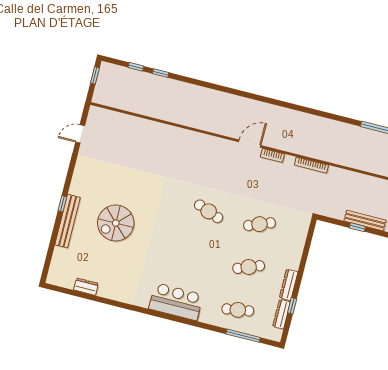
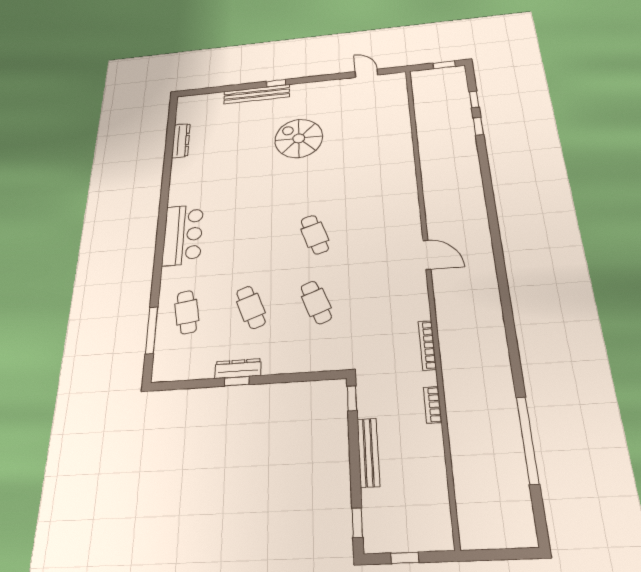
bookcase: (272, 155) -> (433, 405), moved
cafe table: (209, 211) -> (315, 235), turned -39
spiral stairs: (116, 223) -> (299, 138), moved
window: (357, 227) -> (352, 398), moved
dresser: (86, 287) -> (181, 141), width x1.44
window: (292, 306) -> (237, 381), moved
dresser: (281, 314) -> (192, 372), removed

